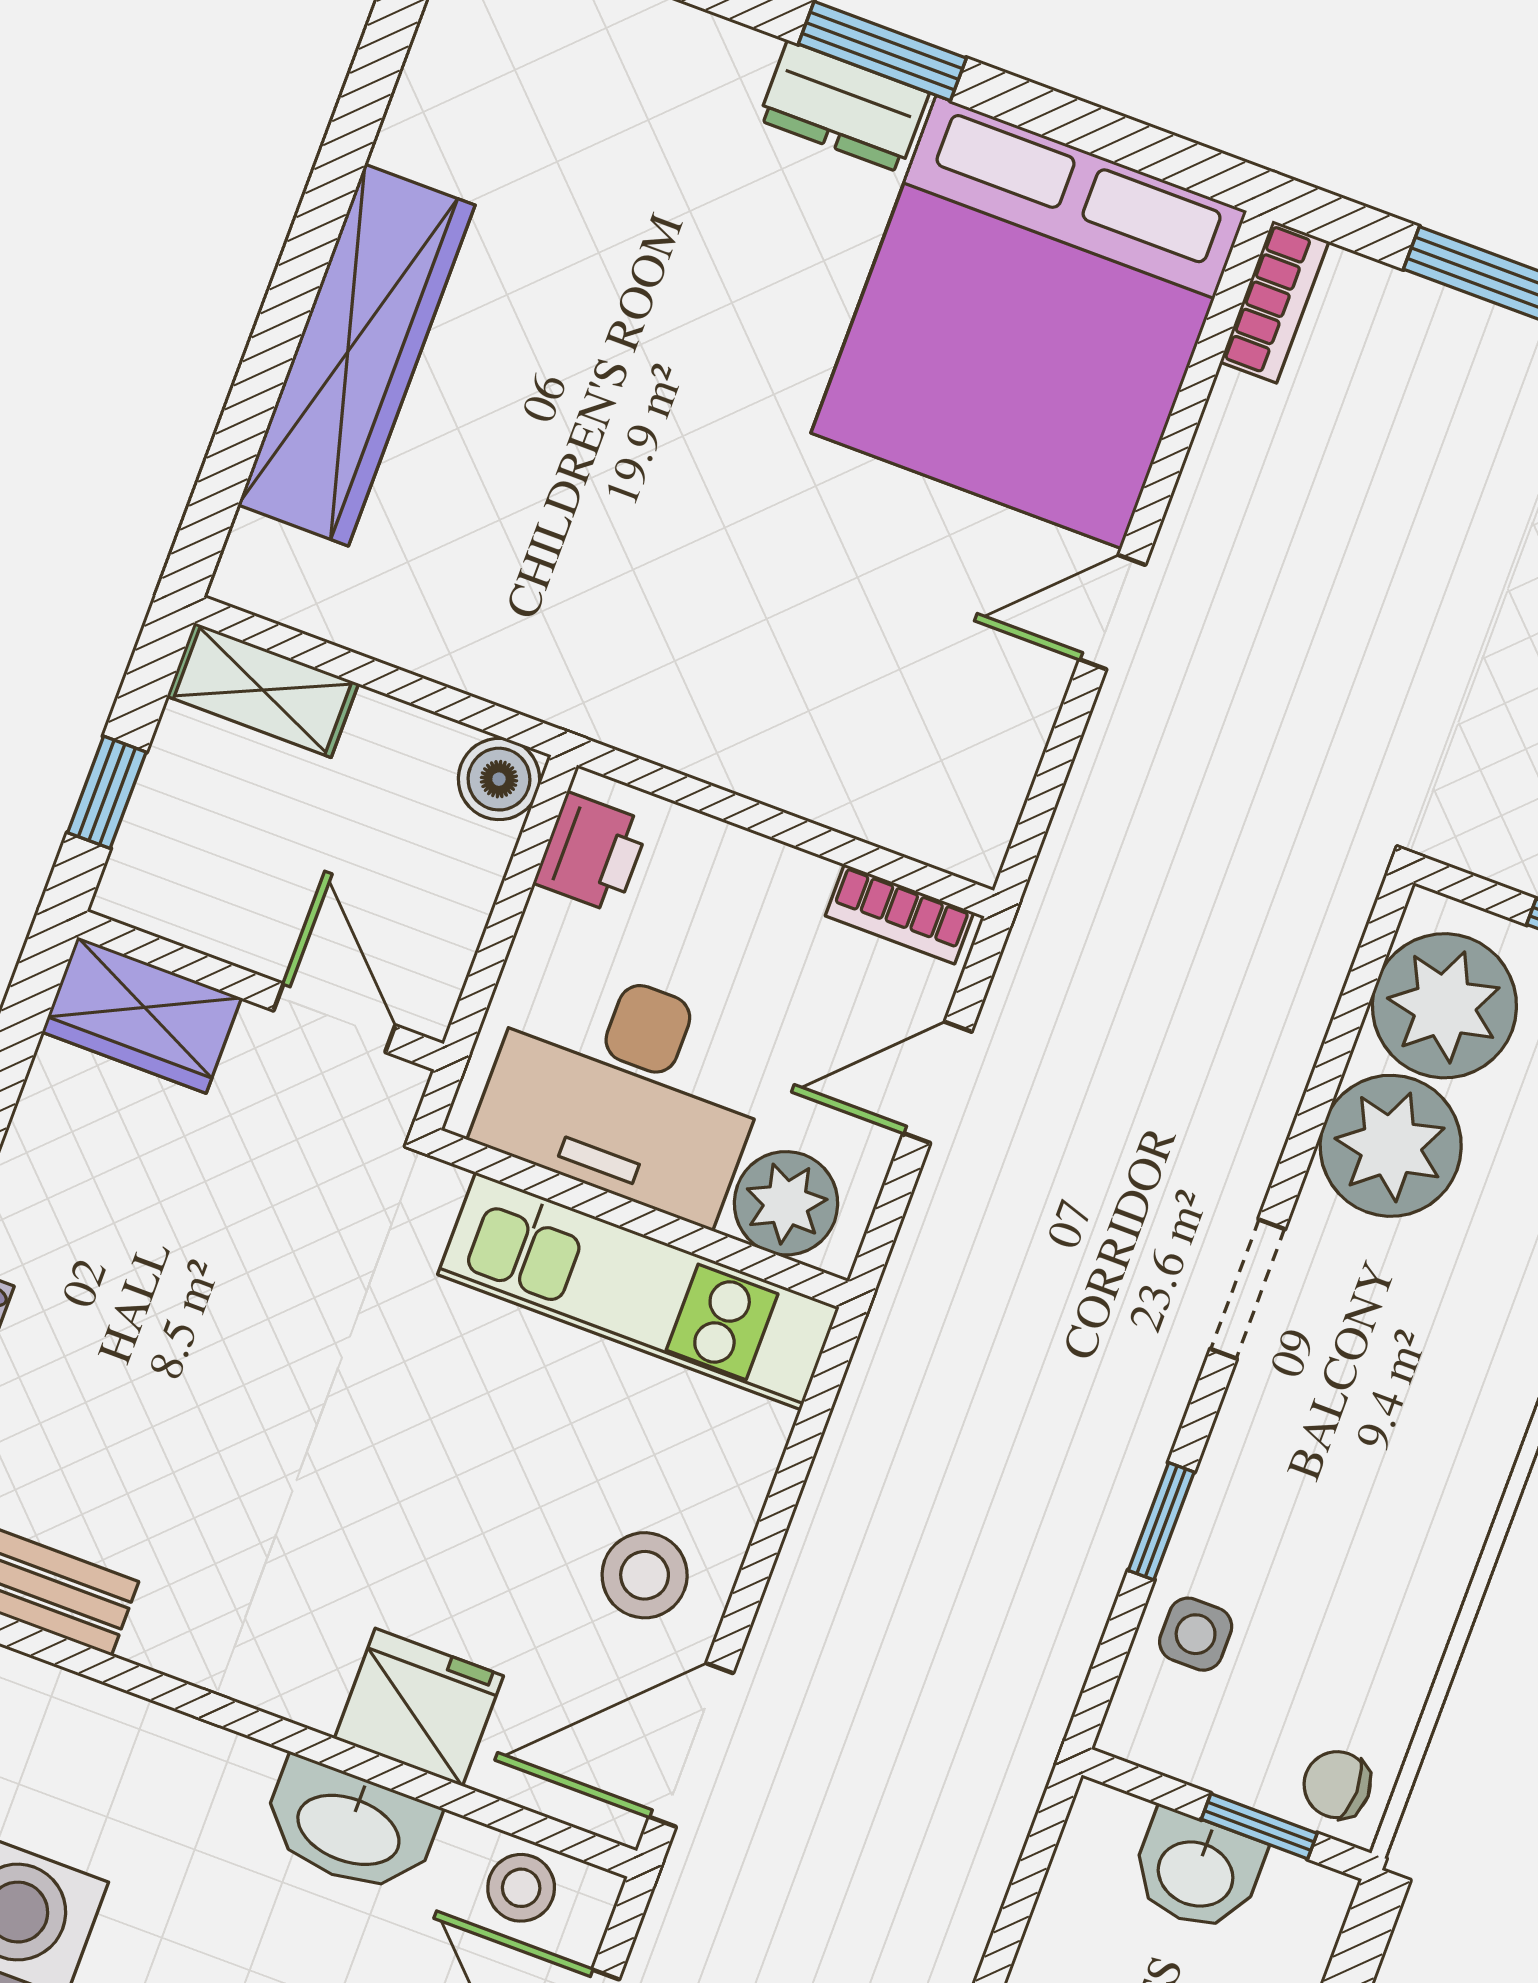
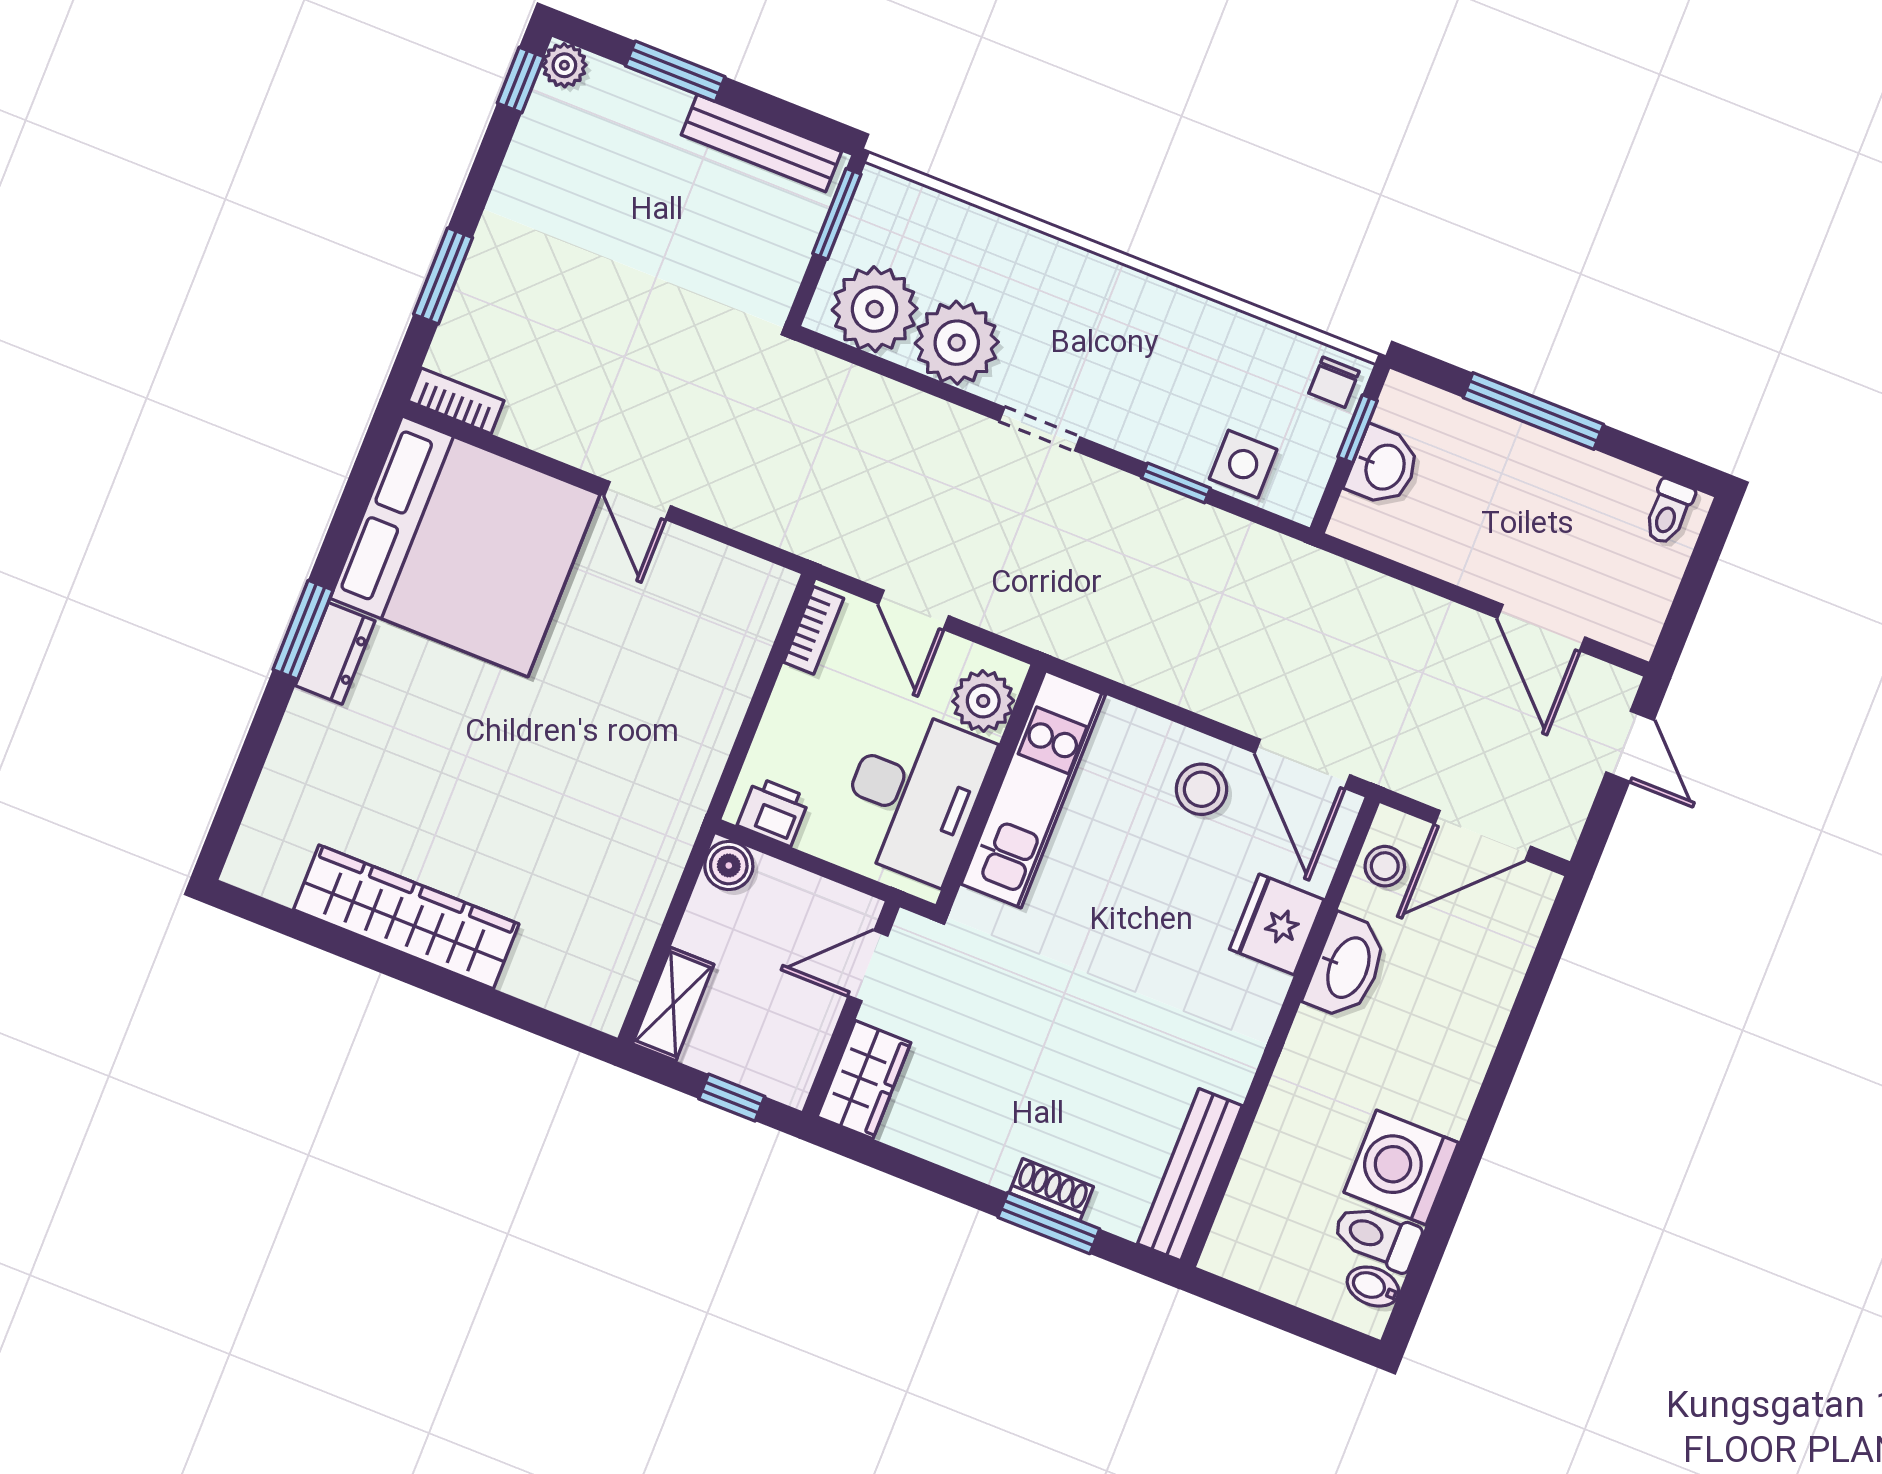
wardrobe: (357, 355) -> (406, 917), moved
side table: (1196, 1634) -> (1243, 464), width x1.37, depth x1.37

